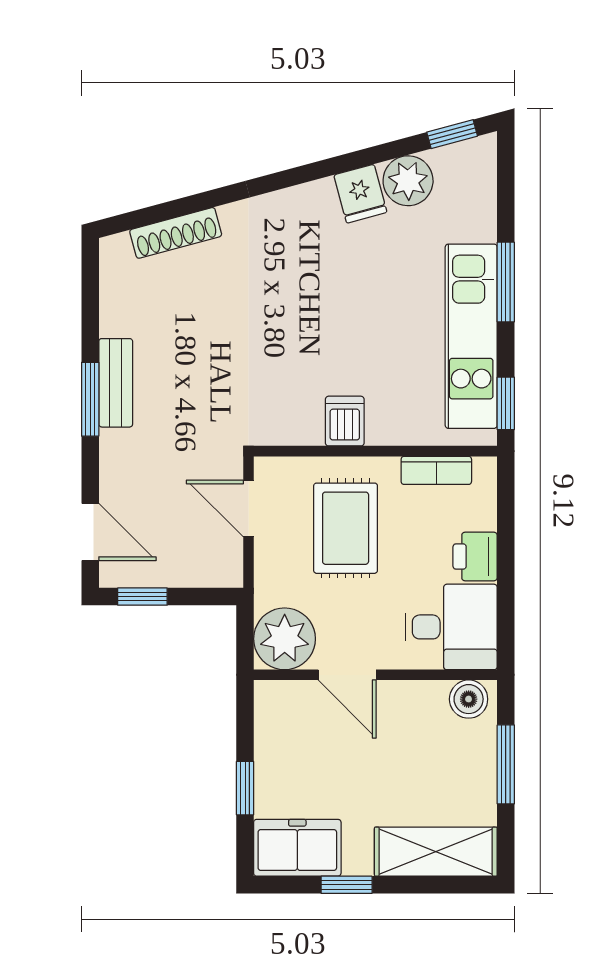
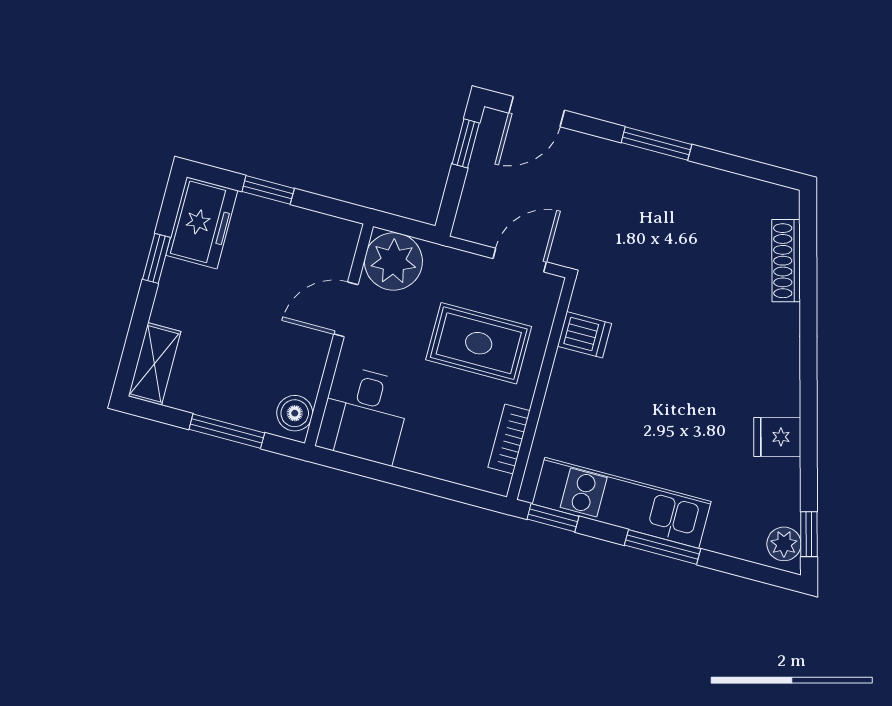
plant: (408, 181) -> (784, 544), moved, width x0.73, depth x0.73
bench: (116, 383) -> (665, 170), removed
dishwasher: (345, 421) -> (584, 335), moved
printer: (475, 556) -> (422, 453), removed
shelving: (436, 852) -> (154, 364), width x0.67, depth x0.75

